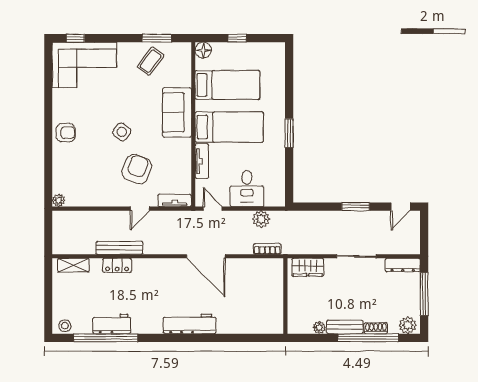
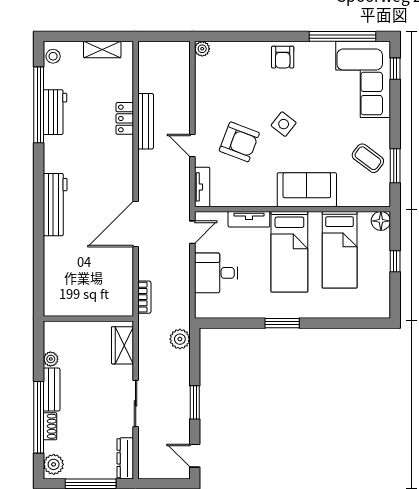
window: (48, 82) -> (343, 36), added
plant: (261, 219) -> (180, 339), moved
shelving: (73, 265) -> (102, 50), moved, turned 90

